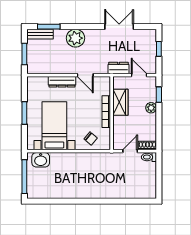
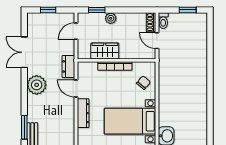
plant: (75, 38) -> (37, 85), moved
dresser: (118, 68) -> (68, 66), moved
door: (85, 75) -> (76, 88), swing flipped
window: (159, 180) -> (188, 10), added

